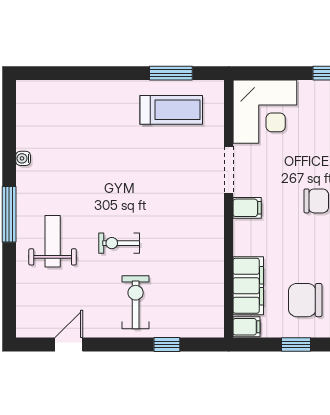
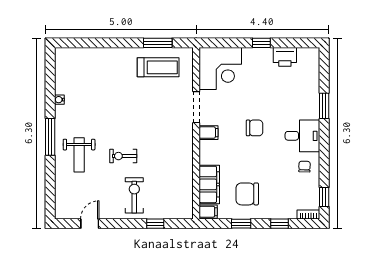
weight bench: (53, 241) -> (79, 155), turned 180

